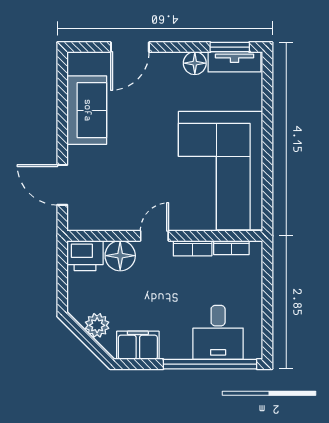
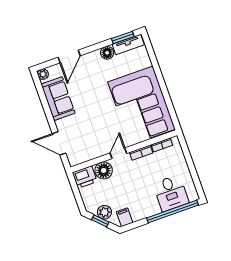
plant: (76, 61) -> (43, 74), added
window: (85, 337) -> (100, 221), added
filing cabinet: (138, 345) -> (125, 217), width x0.50

